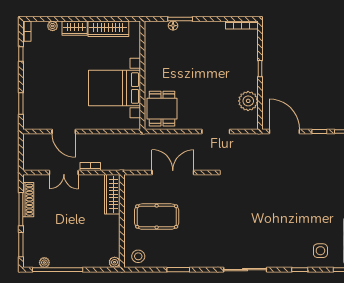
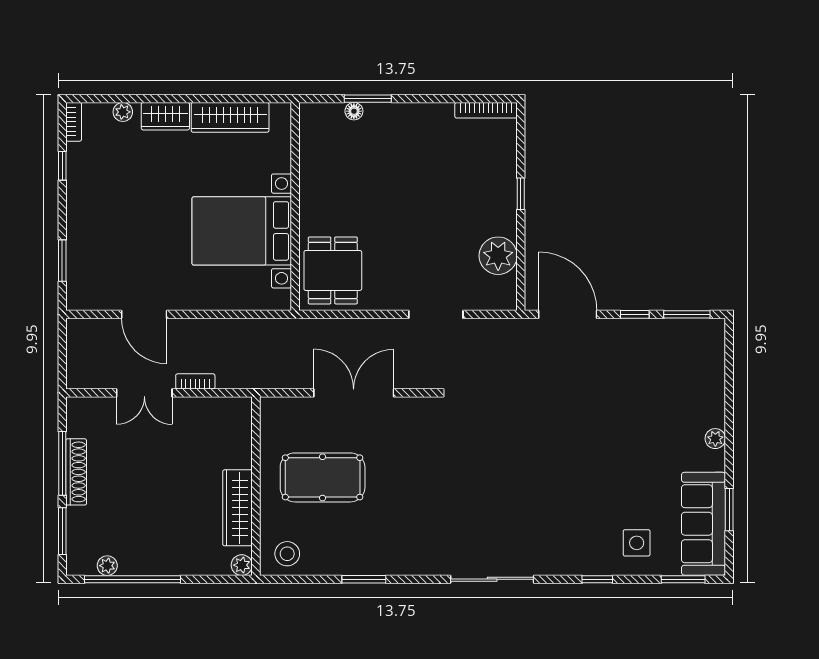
wardrobe: (112, 194) -> (237, 508), moved
shoe rack: (28, 200) -> (76, 472), moved

